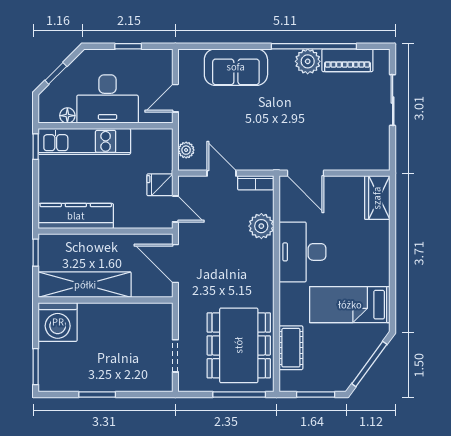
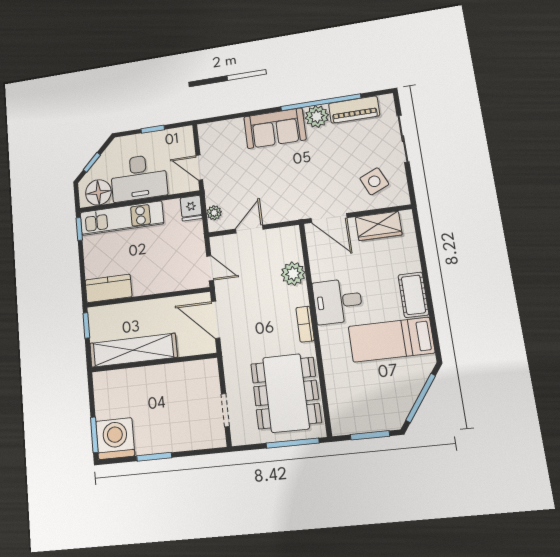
sofa: (236, 67) -> (275, 128), moved
door: (175, 98) -> (199, 168), hinge flipped
floor lamp: (67, 116) -> (98, 192), width x1.89, depth x1.89
side table: (357, 141) -> (374, 181), added
door: (222, 173) -> (249, 229), hinge flipped
bookcase: (255, 183) -> (305, 324), moved, turned 90
fridge: (160, 185) -> (191, 208), moved, turned -90
wardrobe: (377, 198) -> (379, 226), moved, turned -90
kitchen counter: (76, 216) -> (108, 288), width x0.67
desk: (302, 252) -> (338, 301), width x0.73
washing machine: (58, 322) -> (115, 439), moved, turned 180
cot: (291, 348) -> (413, 295), moved

